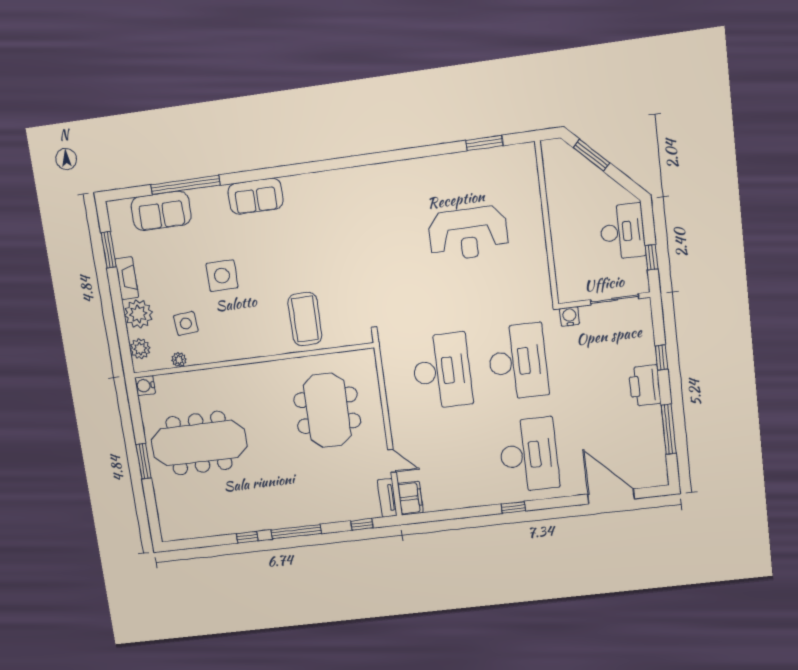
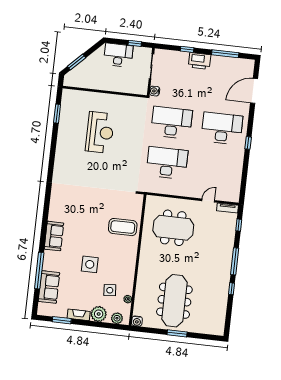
filing cabinet: (410, 498) -> (231, 196), removed

